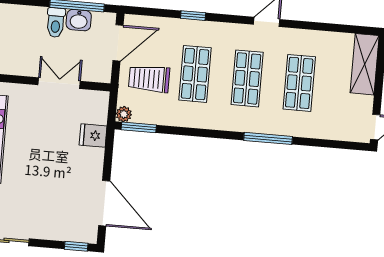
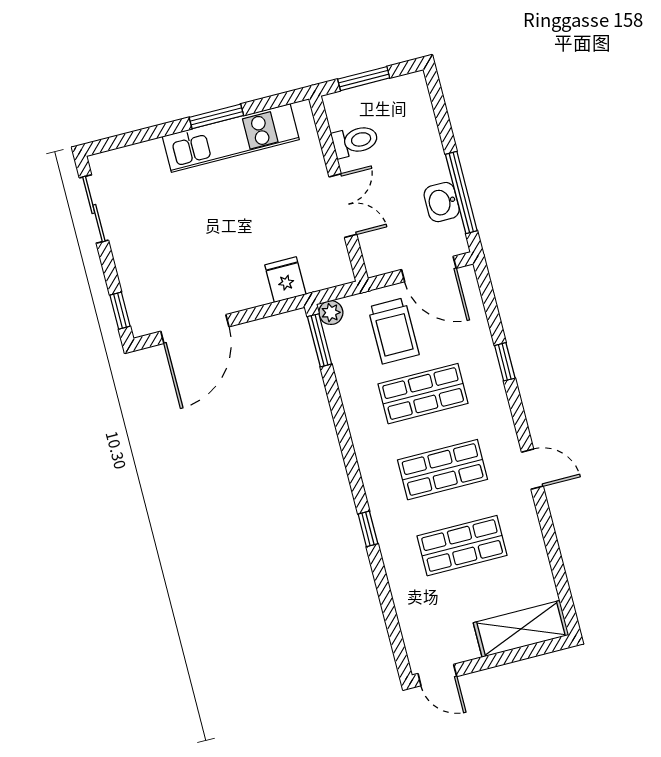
toilet: (56, 23) -> (355, 141), moved, turned 180
trolley: (149, 79) -> (394, 331), turned 180
window: (268, 138) -> (368, 529), width x0.46

